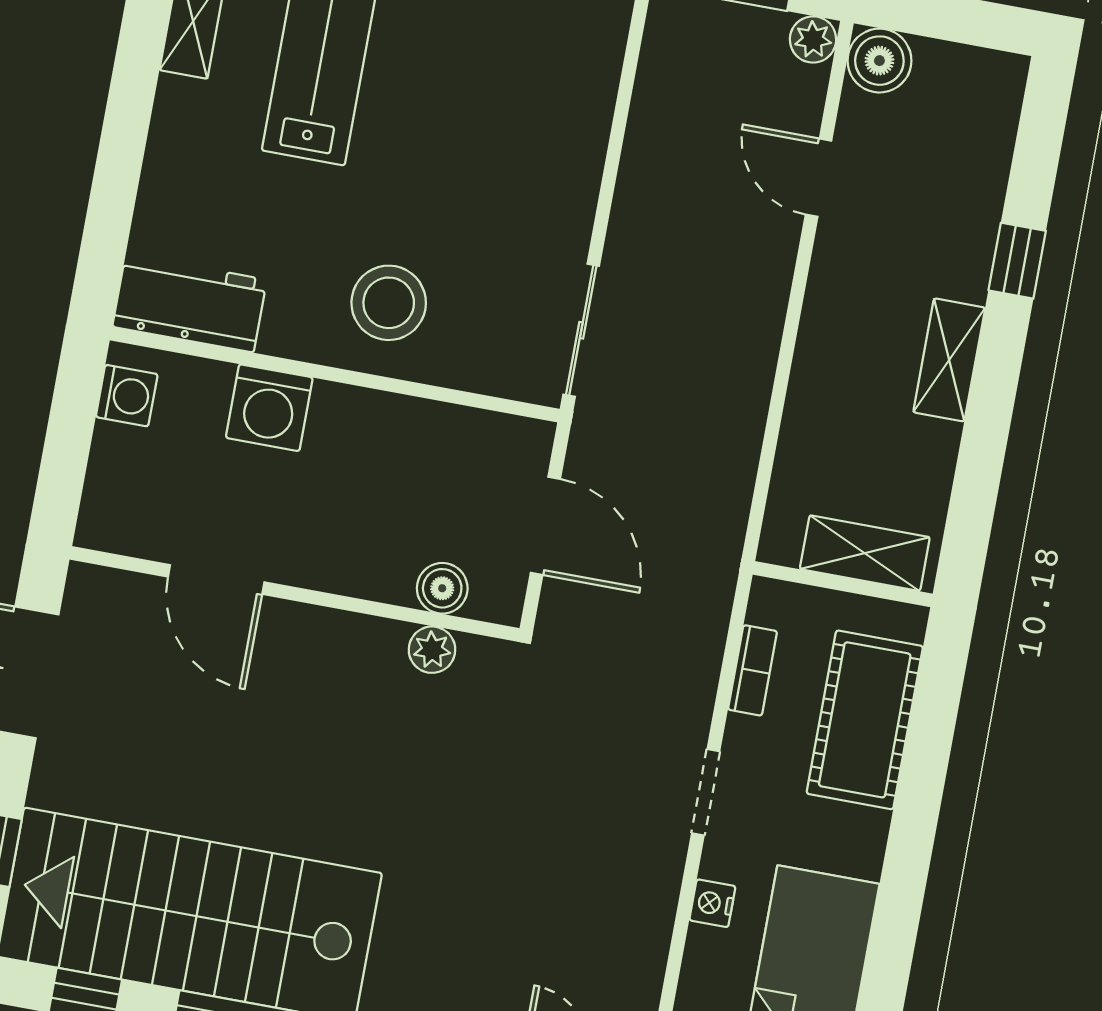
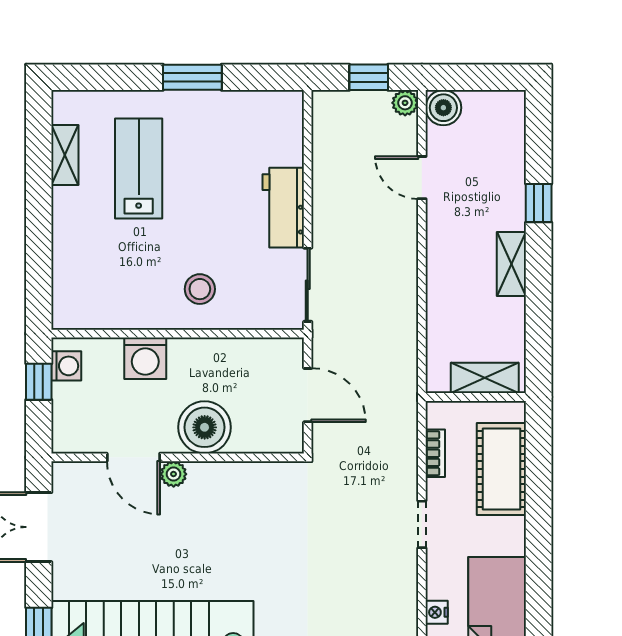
workbench: (190, 303) -> (283, 208), moved, turned -90
stool: (389, 303) -> (200, 289), width x0.73, depth x0.73
window: (73, 415) -> (39, 382), added
boiler: (442, 588) -> (205, 427), moved, width x1.86, depth x1.86
plant: (432, 650) -> (174, 474), moved
nightstand: (712, 903) -> (437, 612), moved

